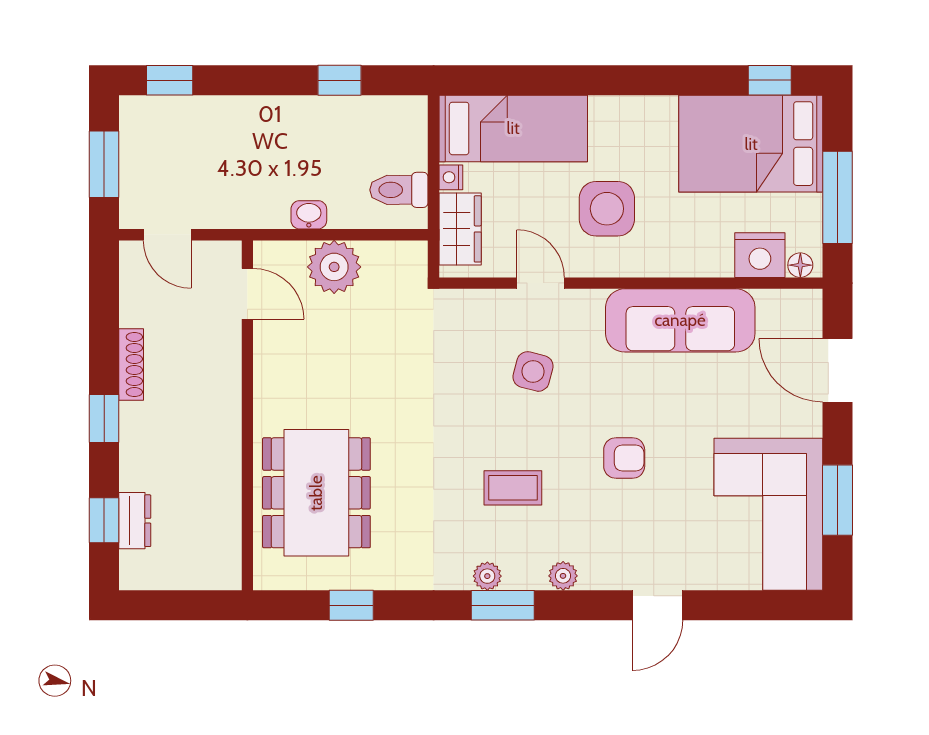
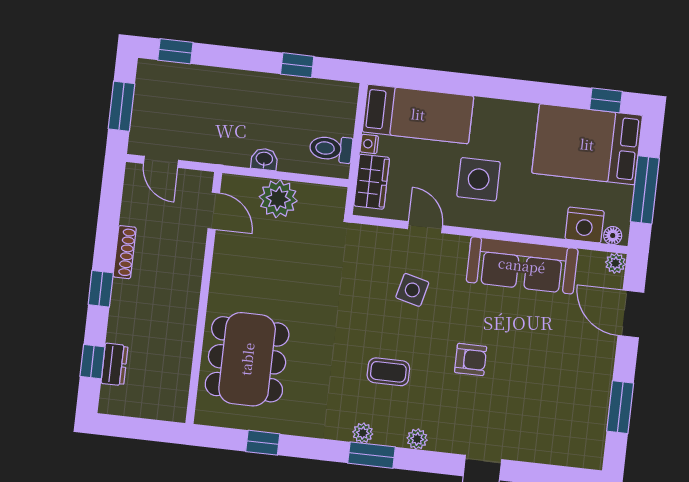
plant: (808, 303) -> (615, 263), added
corner sofa: (768, 514) -> (569, 412), removed

